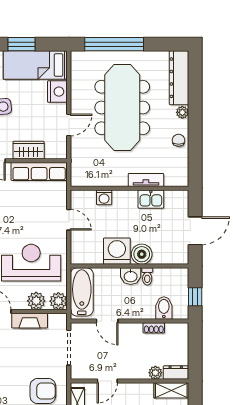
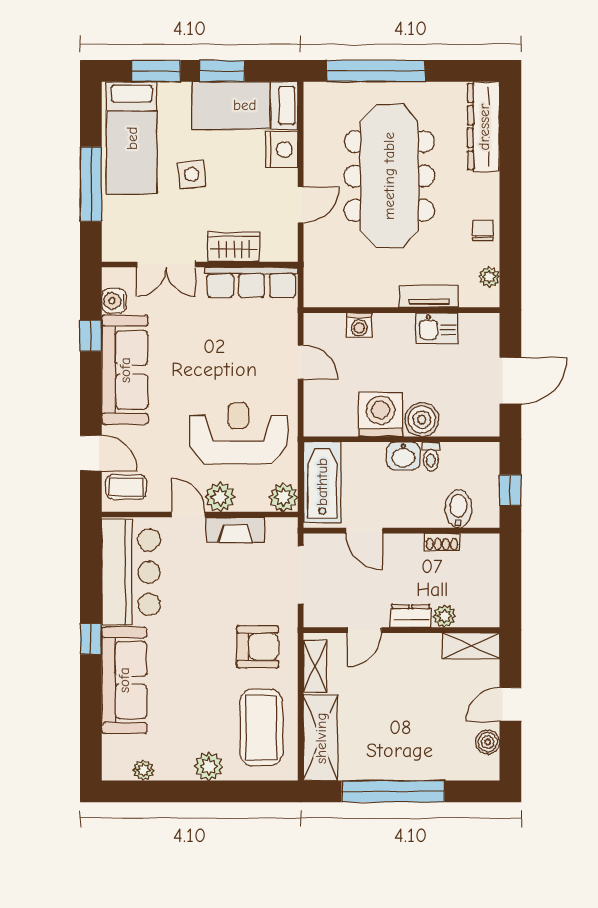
plant: (182, 112) -> (489, 277), moved
plant: (36, 301) -> (220, 497), moved
dresser: (176, 372) -> (411, 616), moved

